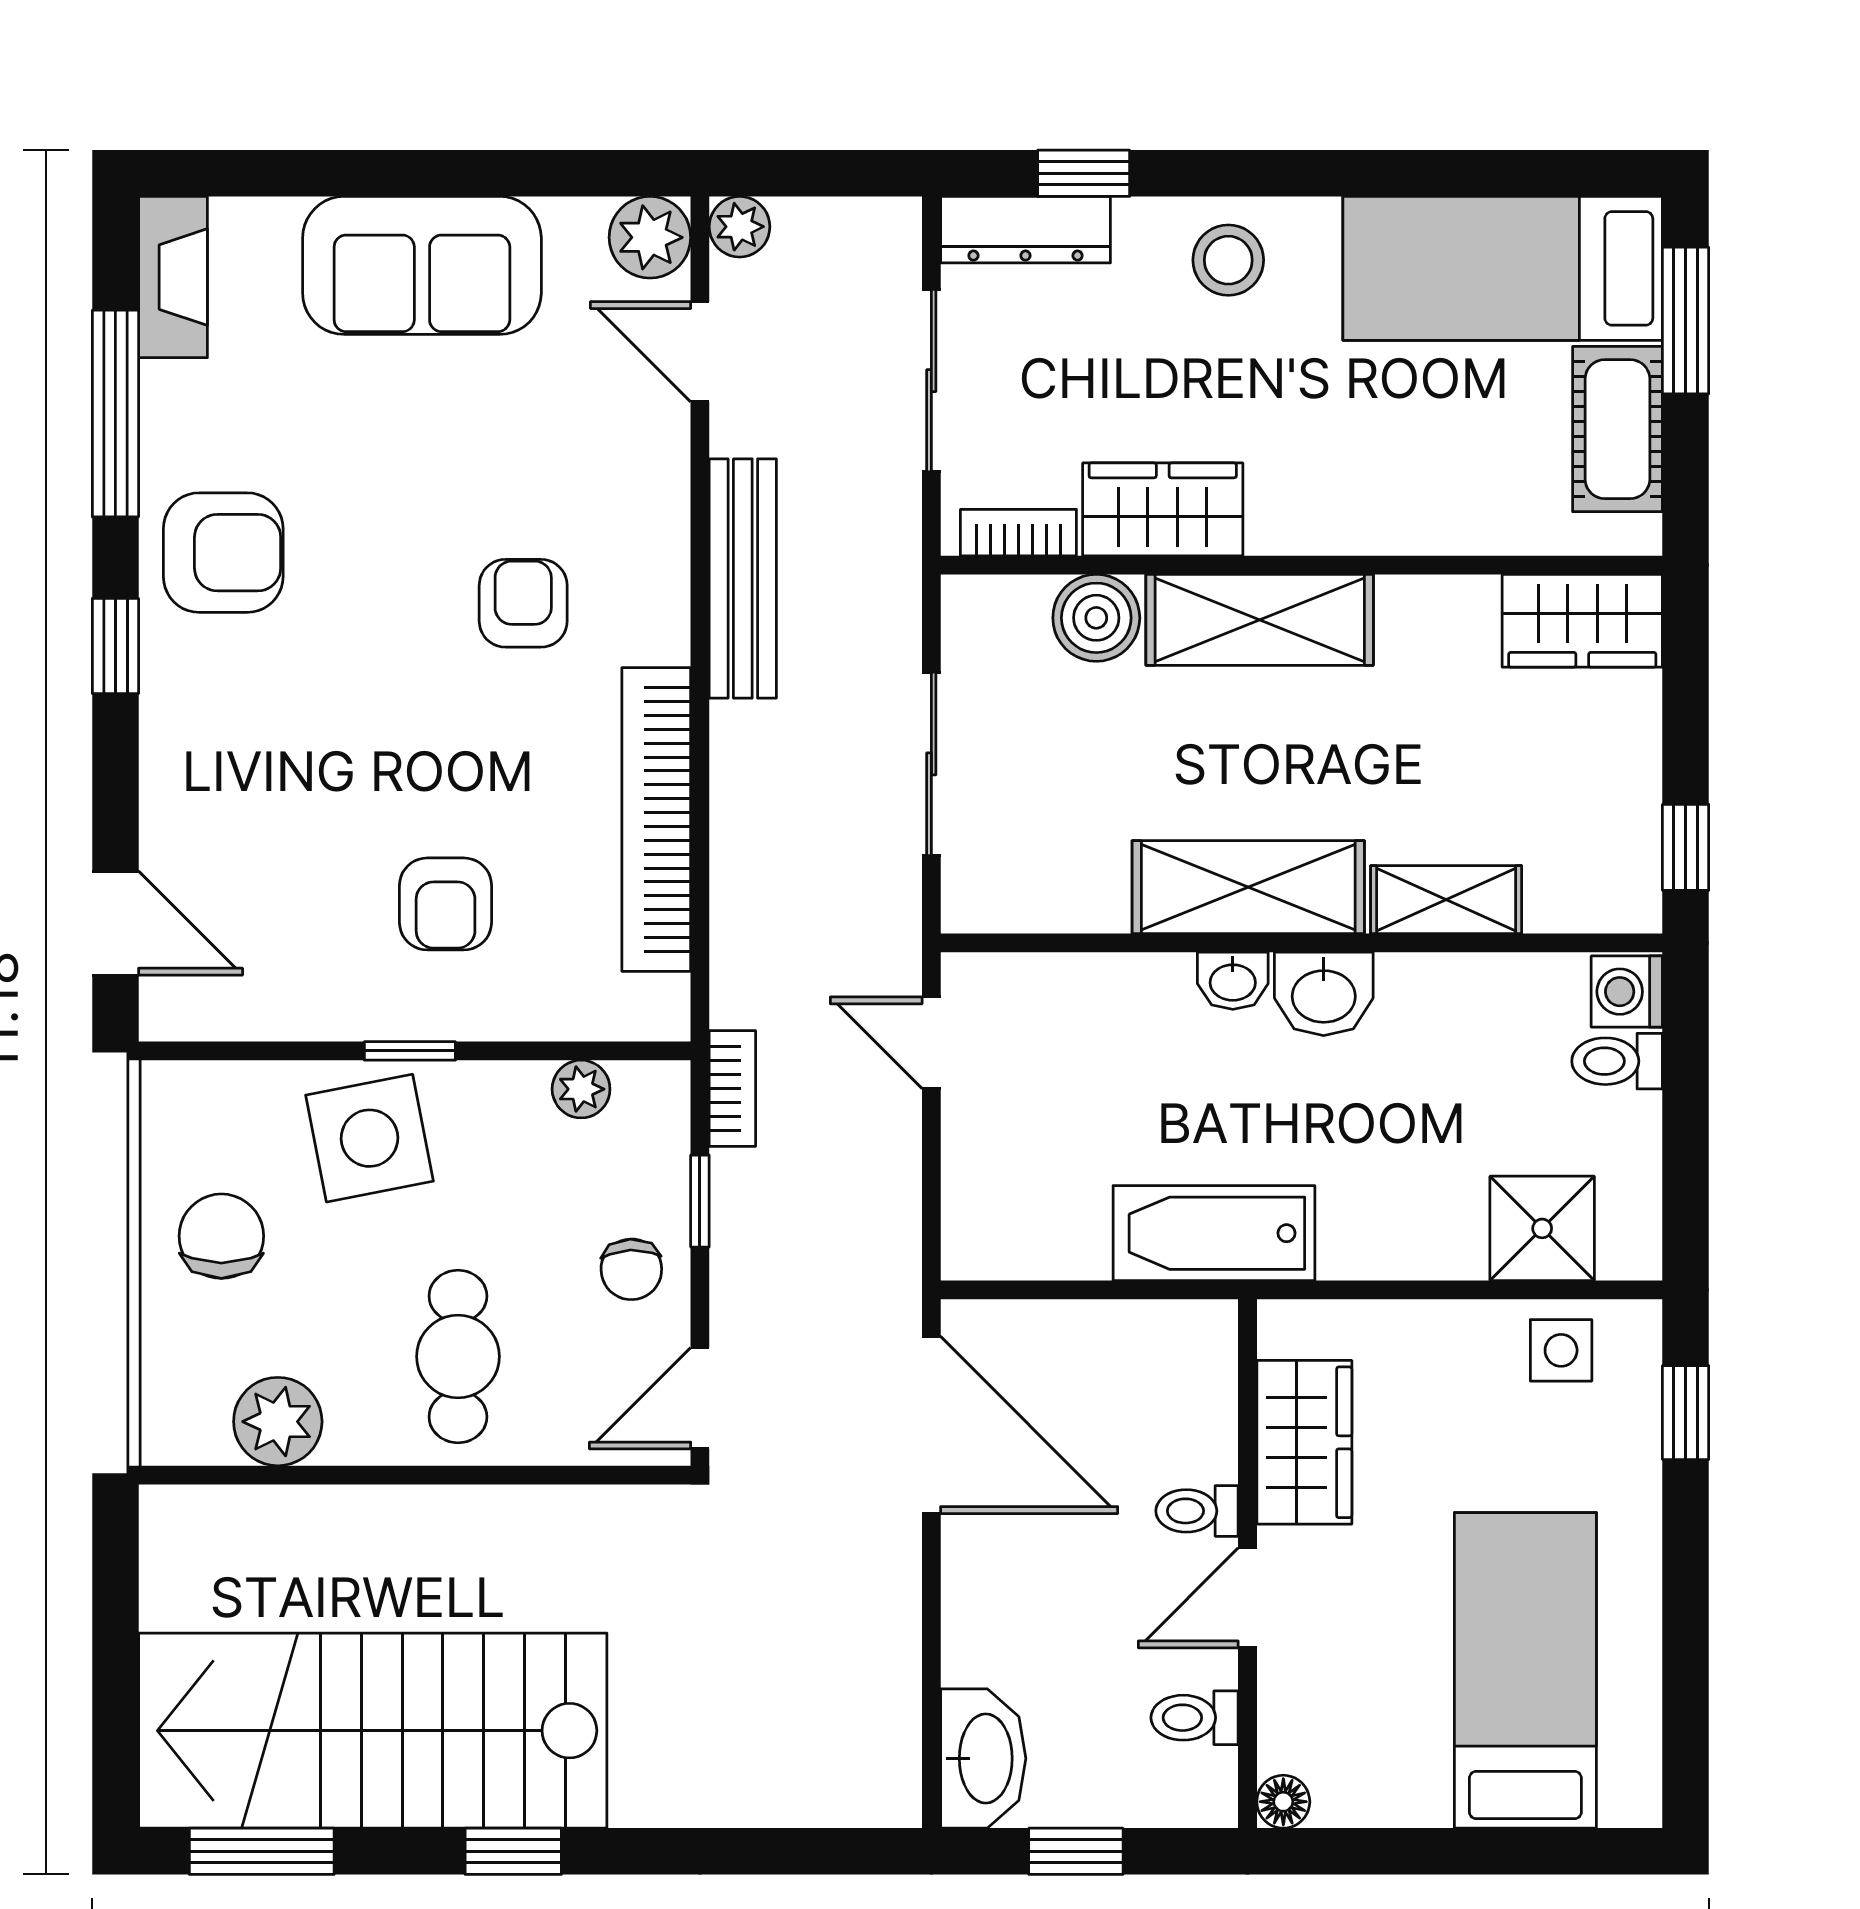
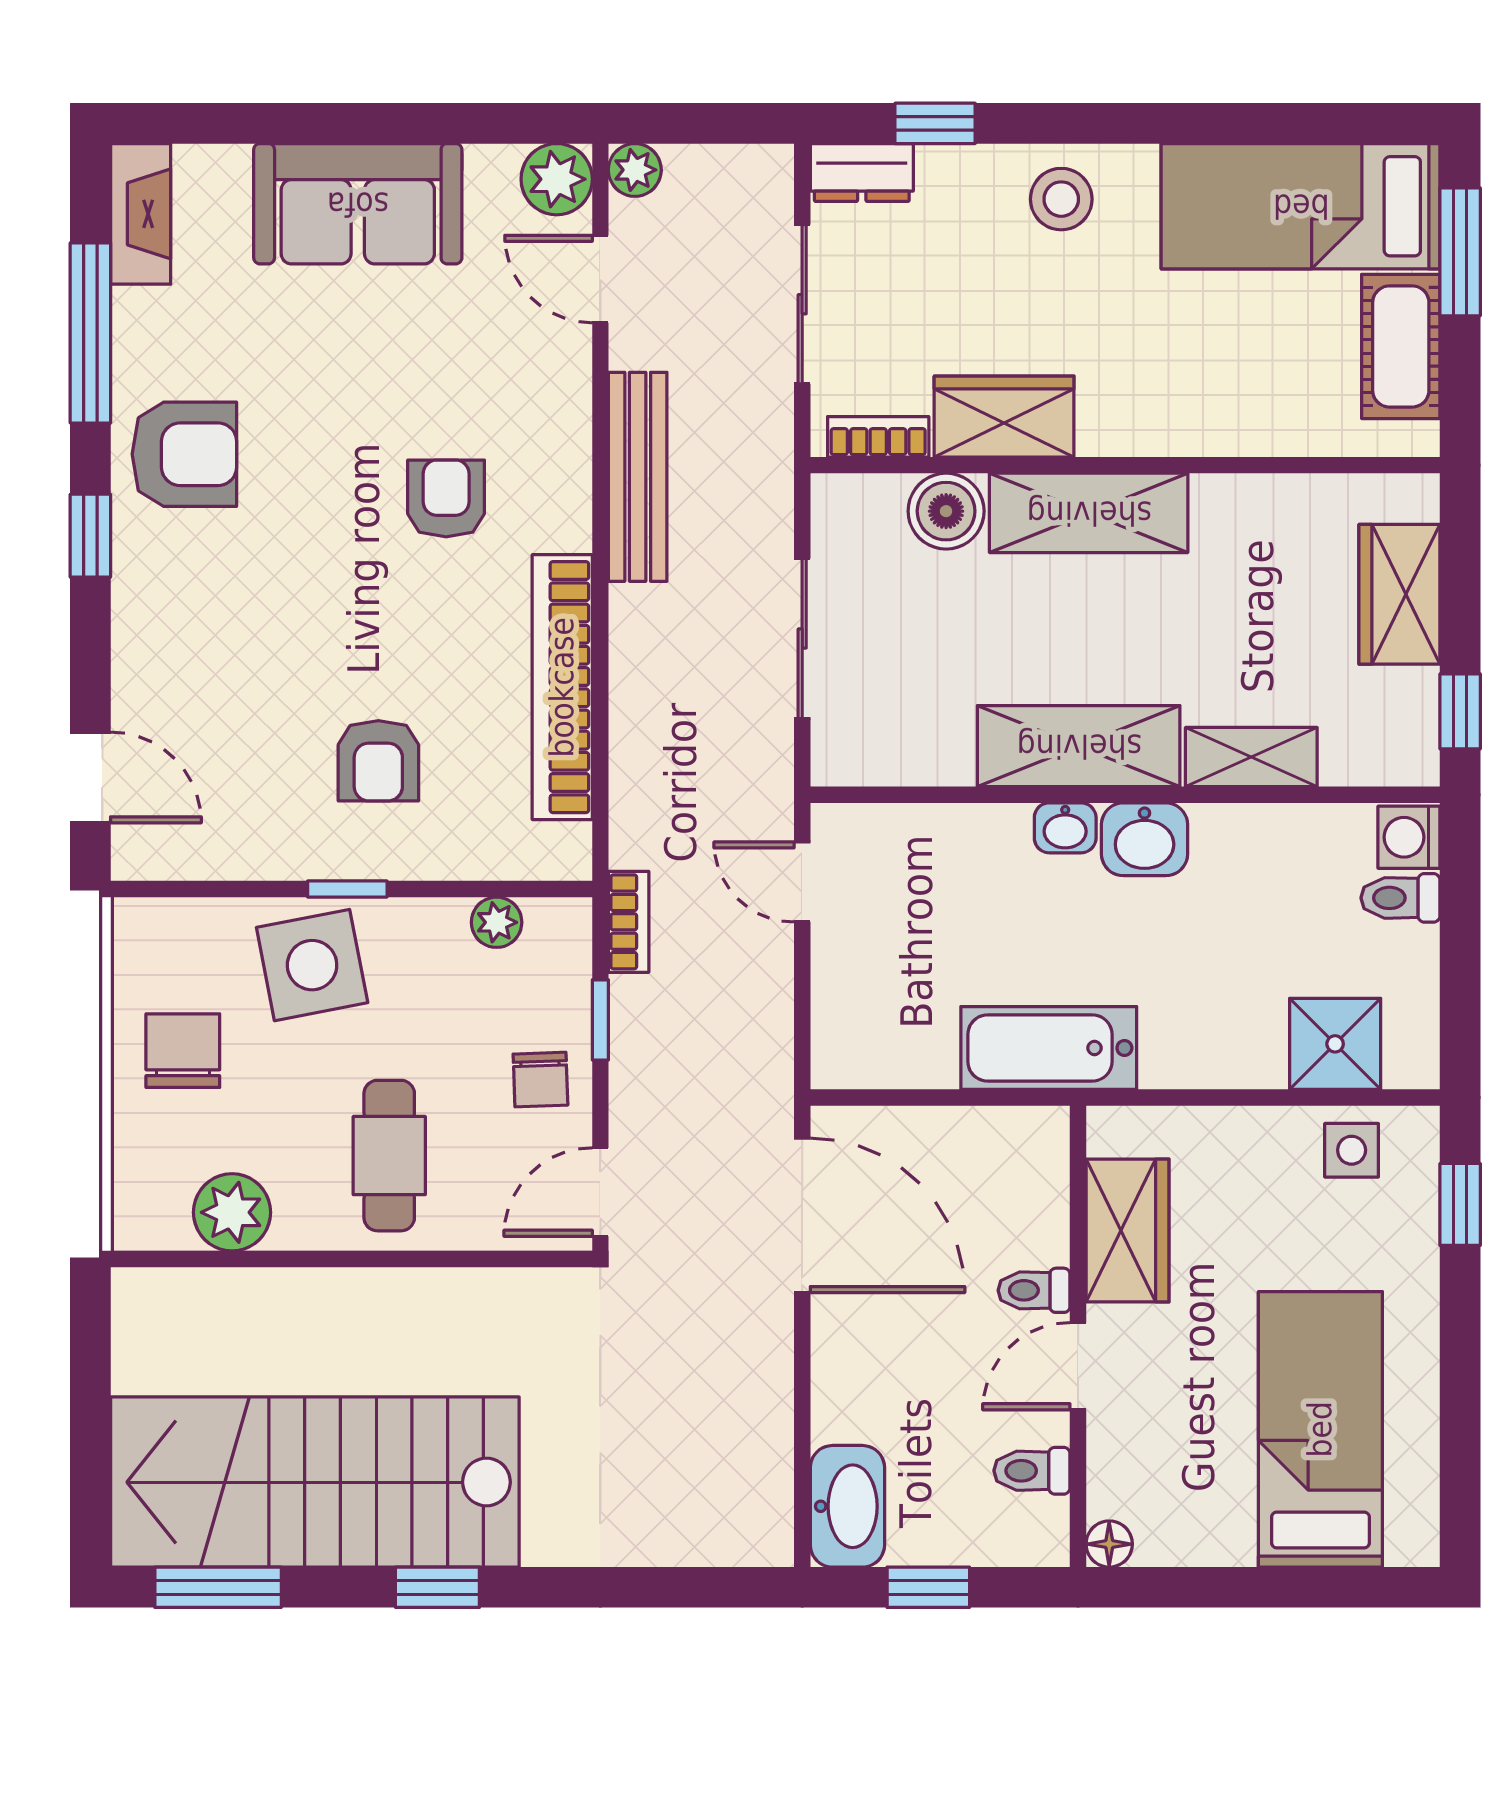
dresser: (1025, 230) -> (862, 173), width x0.70
wardrobe: (1582, 621) -> (1399, 594), moved, turned 90

